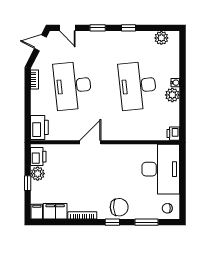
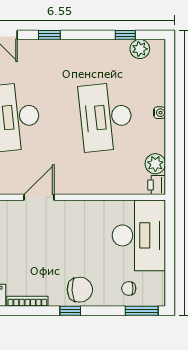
window: (129, 28) -> (125, 35), moved
plant: (172, 95) -> (155, 164), moved
chair: (167, 208) -> (129, 288), moved
window: (146, 222) -> (142, 311), moved

